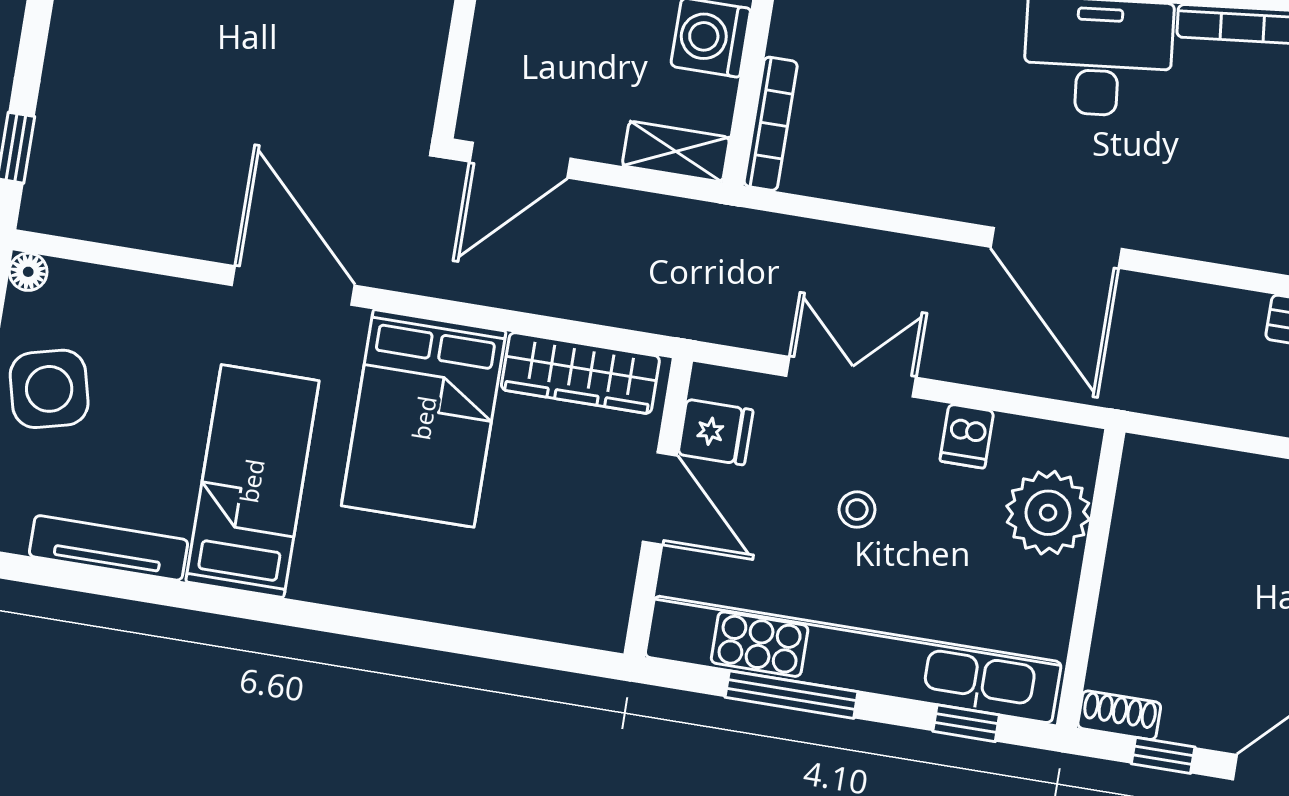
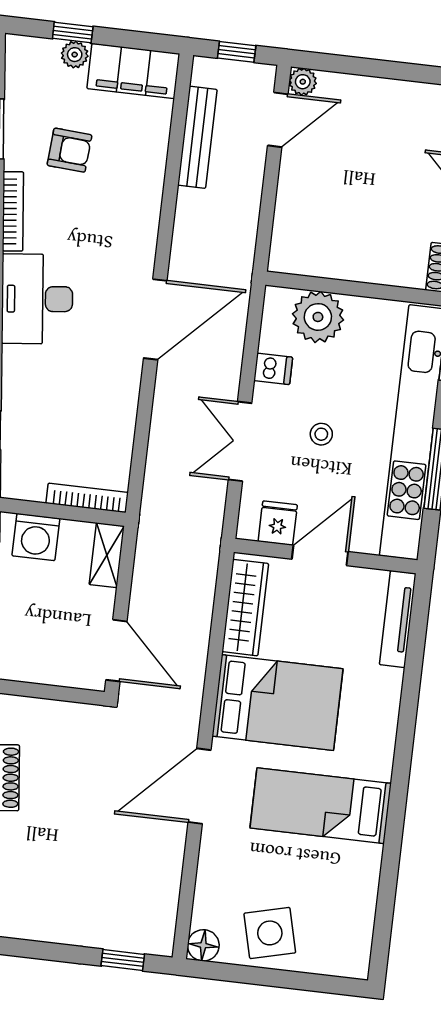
floor lamp: (28, 272) -> (203, 945), width x1.37, depth x1.37
tv unit: (108, 548) -> (398, 619), moved

